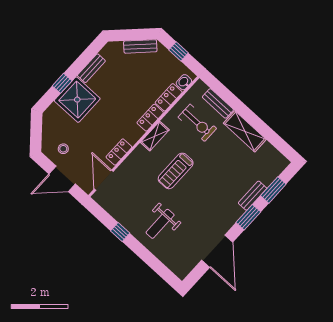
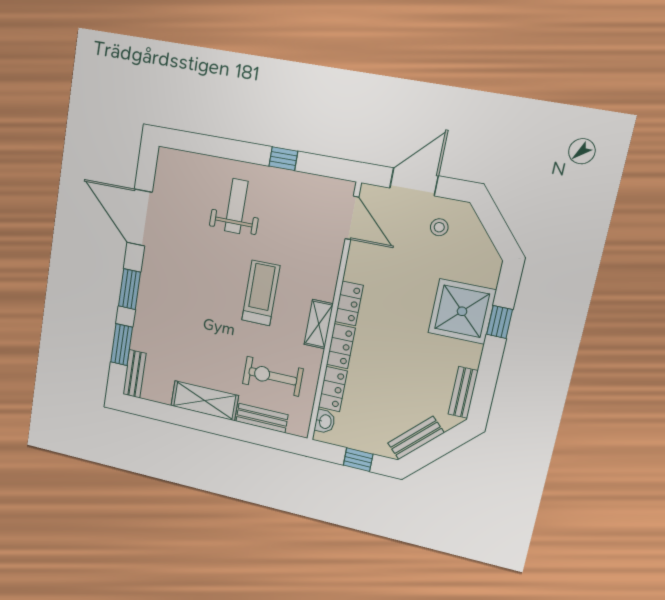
bench: (91, 68) -> (463, 392), moved
locker: (119, 152) -> (349, 303), moved
bench: (252, 196) -> (134, 374), moved

